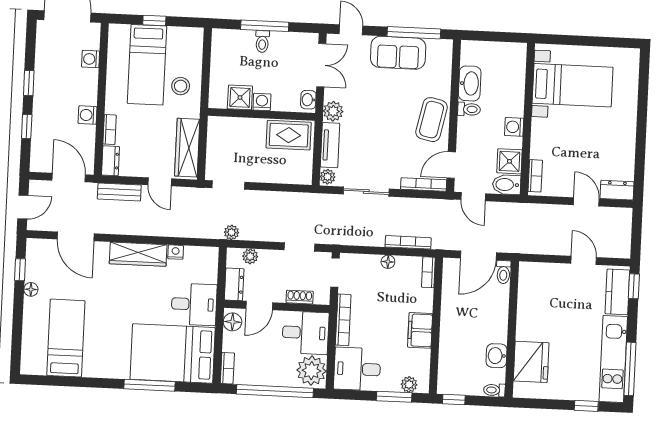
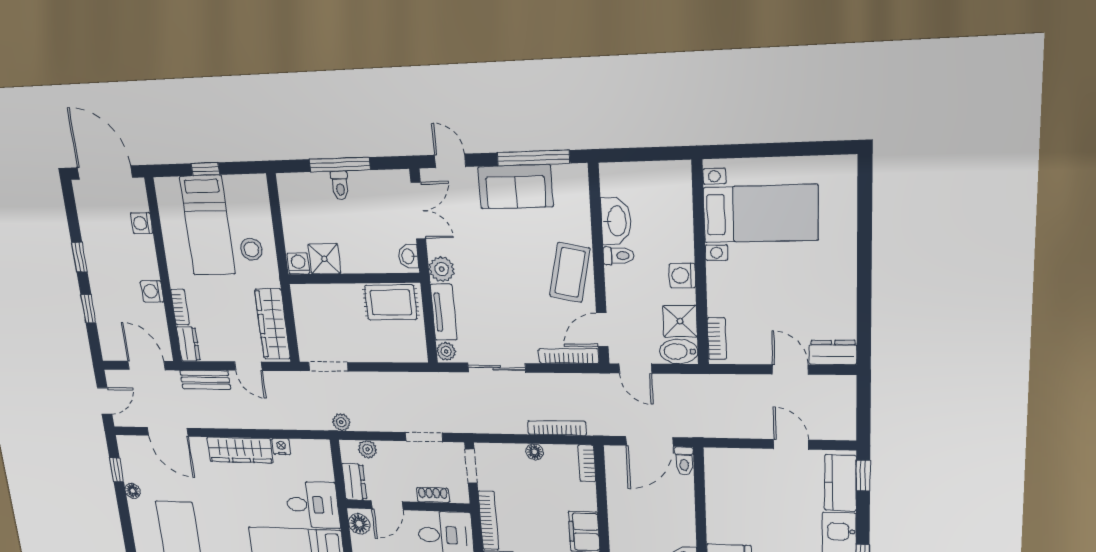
washing machine: (262, 102) -> (298, 264), moved

